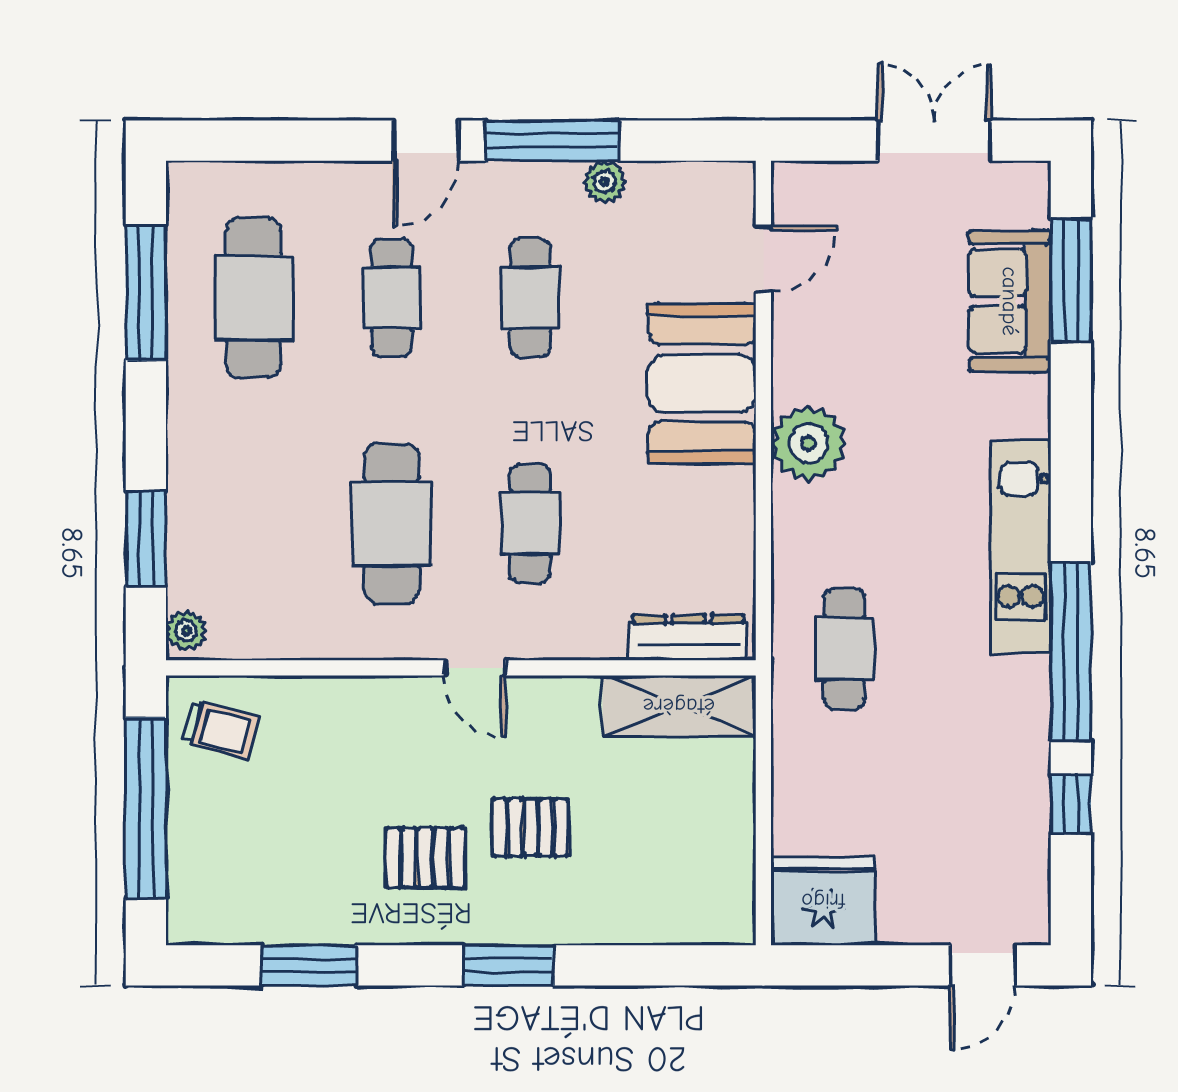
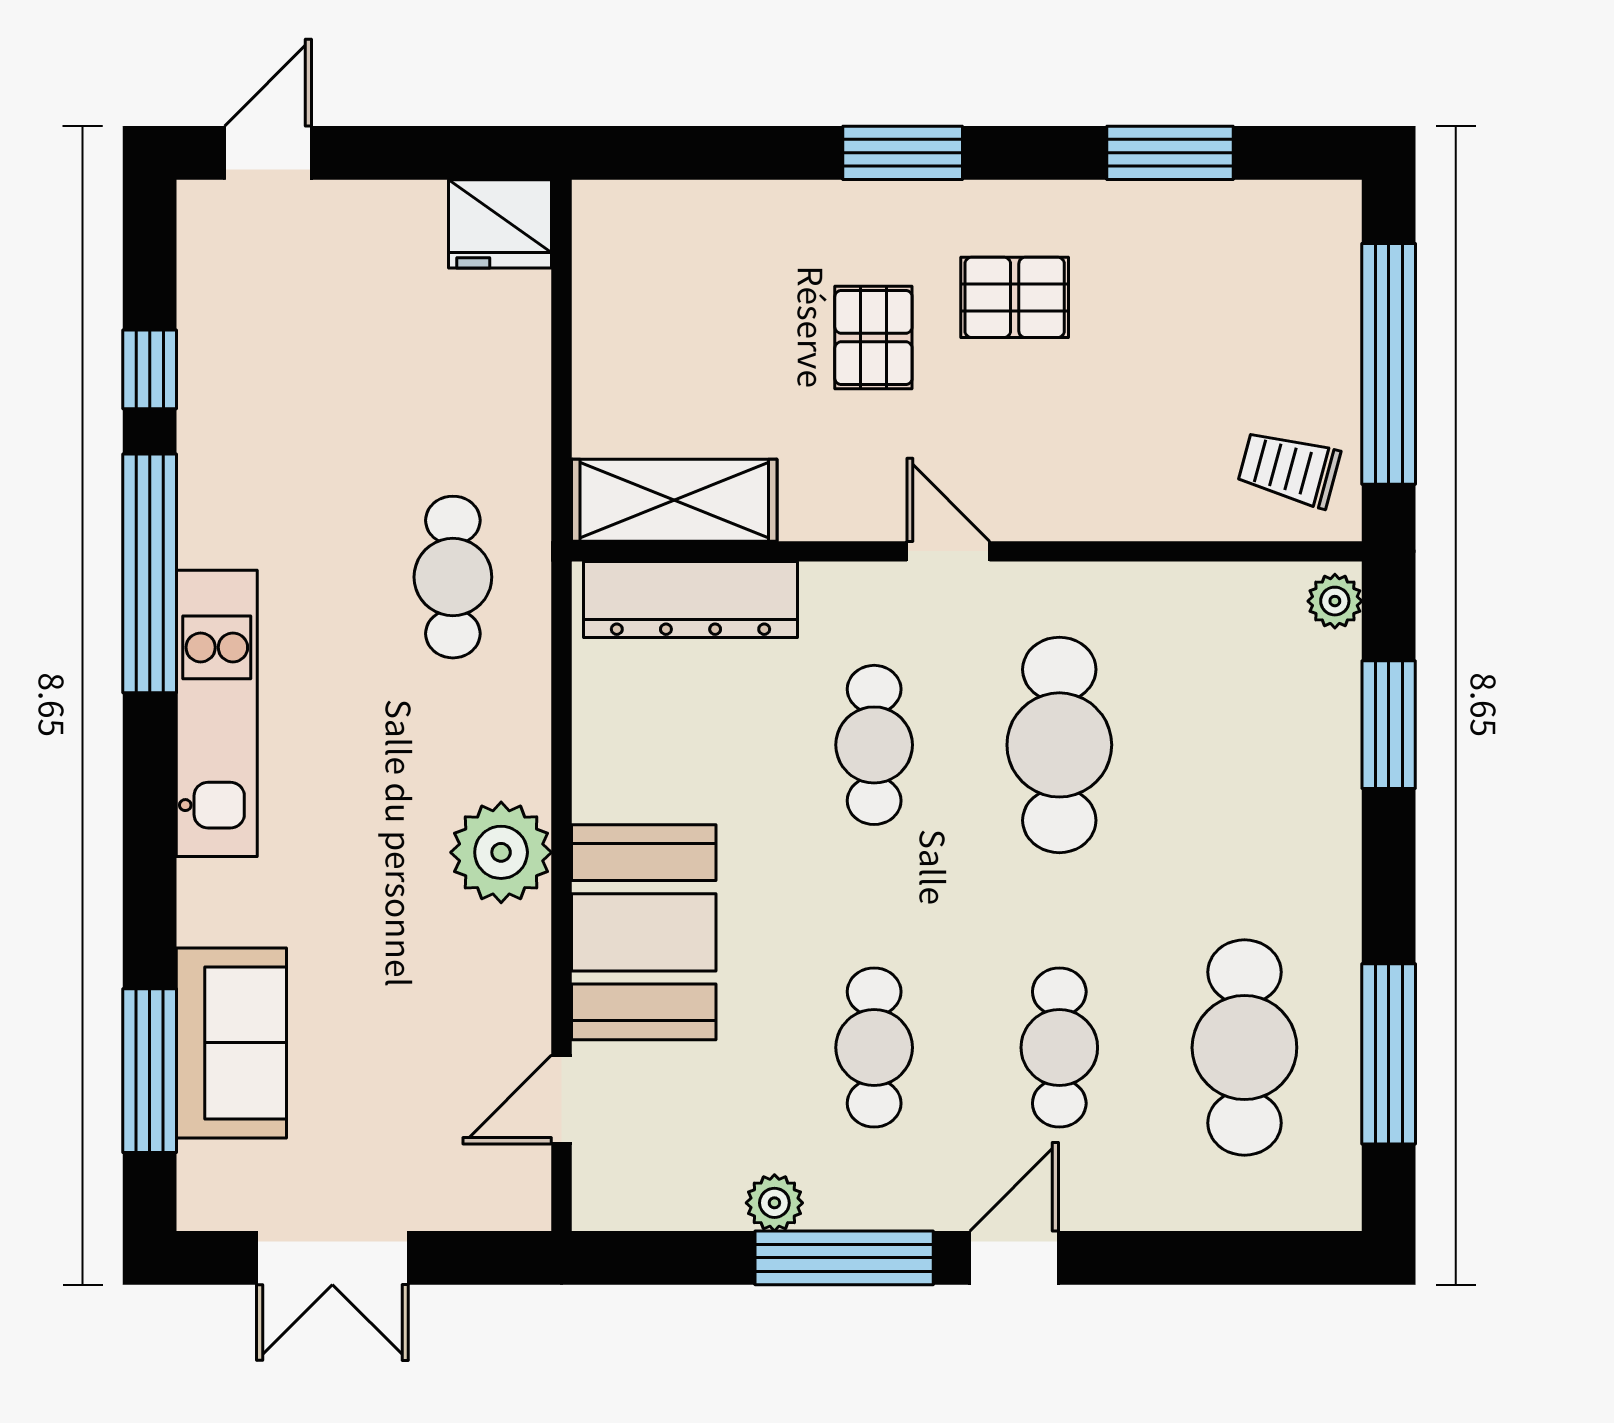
dresser: (688, 638) -> (691, 599), width x1.37, depth x1.24
pallet: (531, 828) -> (873, 338), turned 90
fridge: (823, 901) -> (500, 224), width x0.73, depth x0.75

